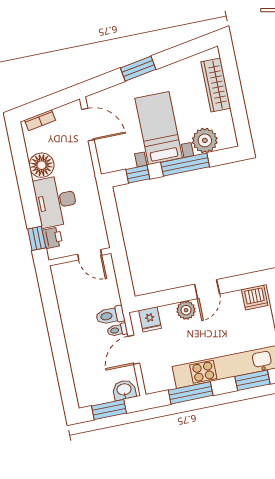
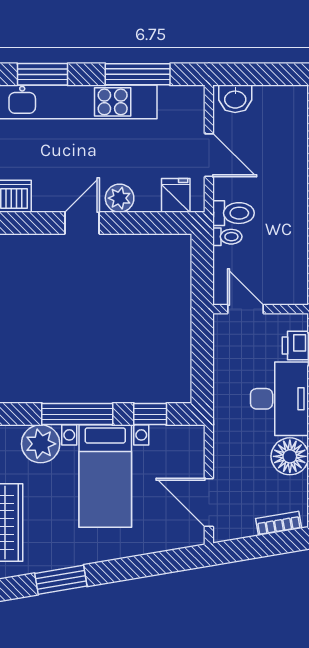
window: (138, 69) -> (61, 580), moved
toilet: (117, 330) -> (227, 237), moved
door: (134, 350) -> (209, 155), hinge flipped
window: (109, 409) -> (264, 74), removed

